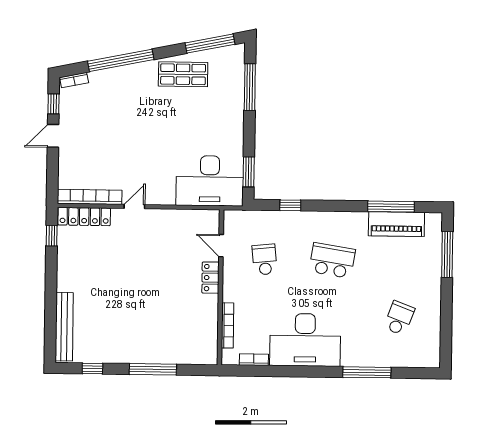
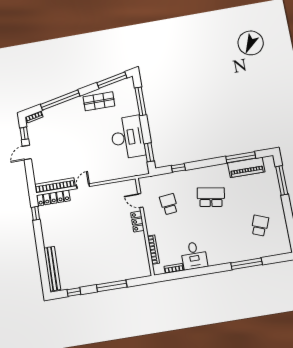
desk: (210, 181) -> (128, 137), moved, turned -90
desk: (305, 340) -> (194, 256), width x0.53, depth x0.77

